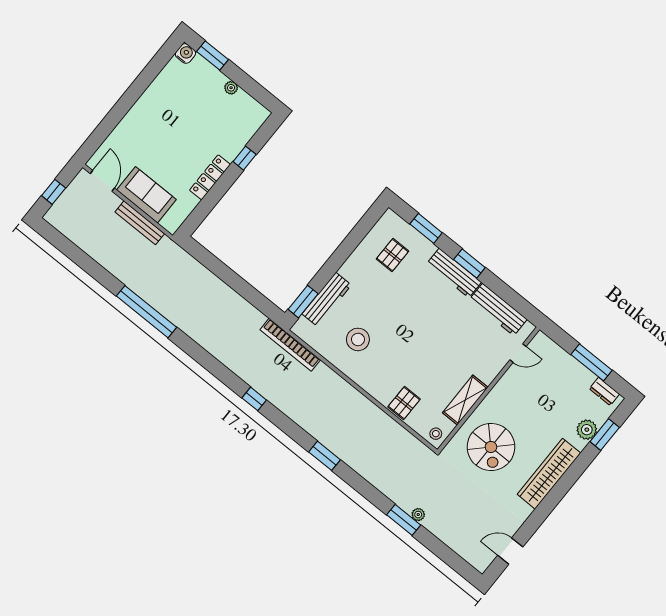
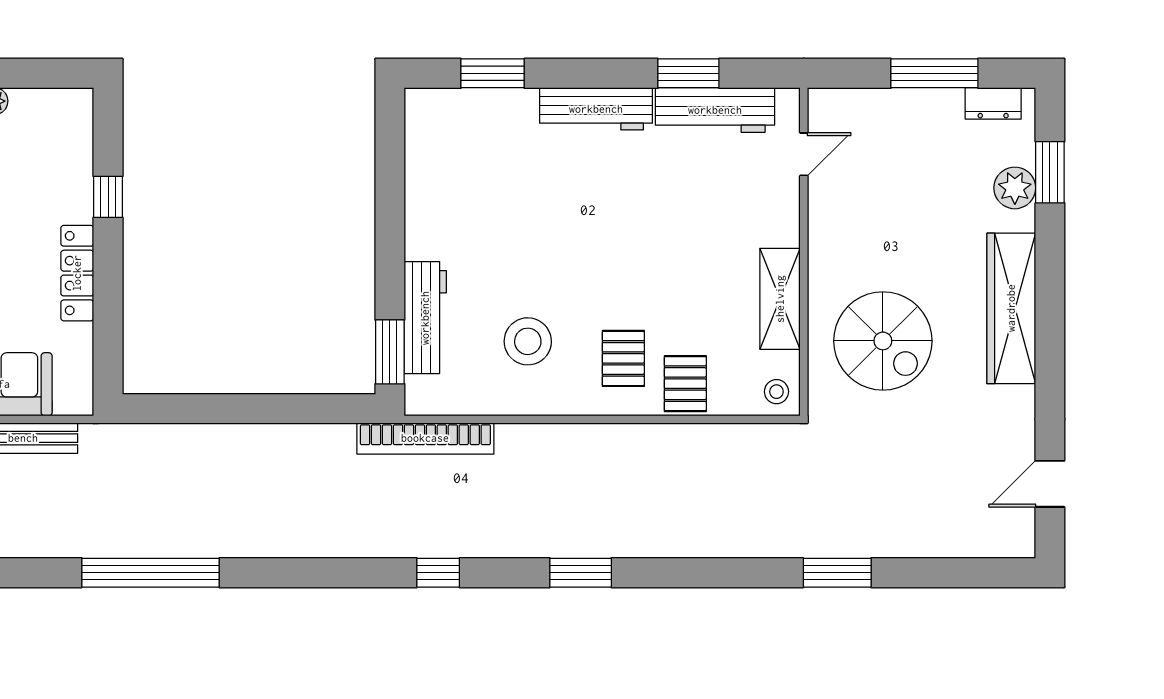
pallet: (392, 255) -> (623, 358), moved
window: (469, 264) -> (688, 73), moved
window: (324, 456) -> (581, 573), moved
plant: (418, 515) -> (854, 545), removed

